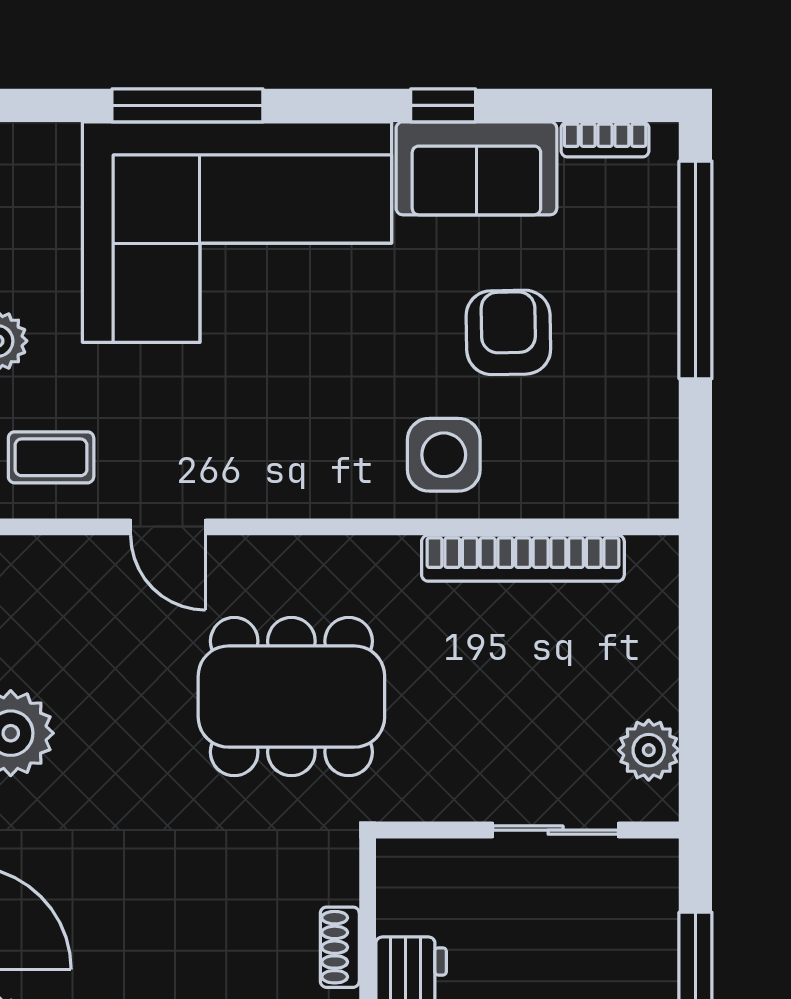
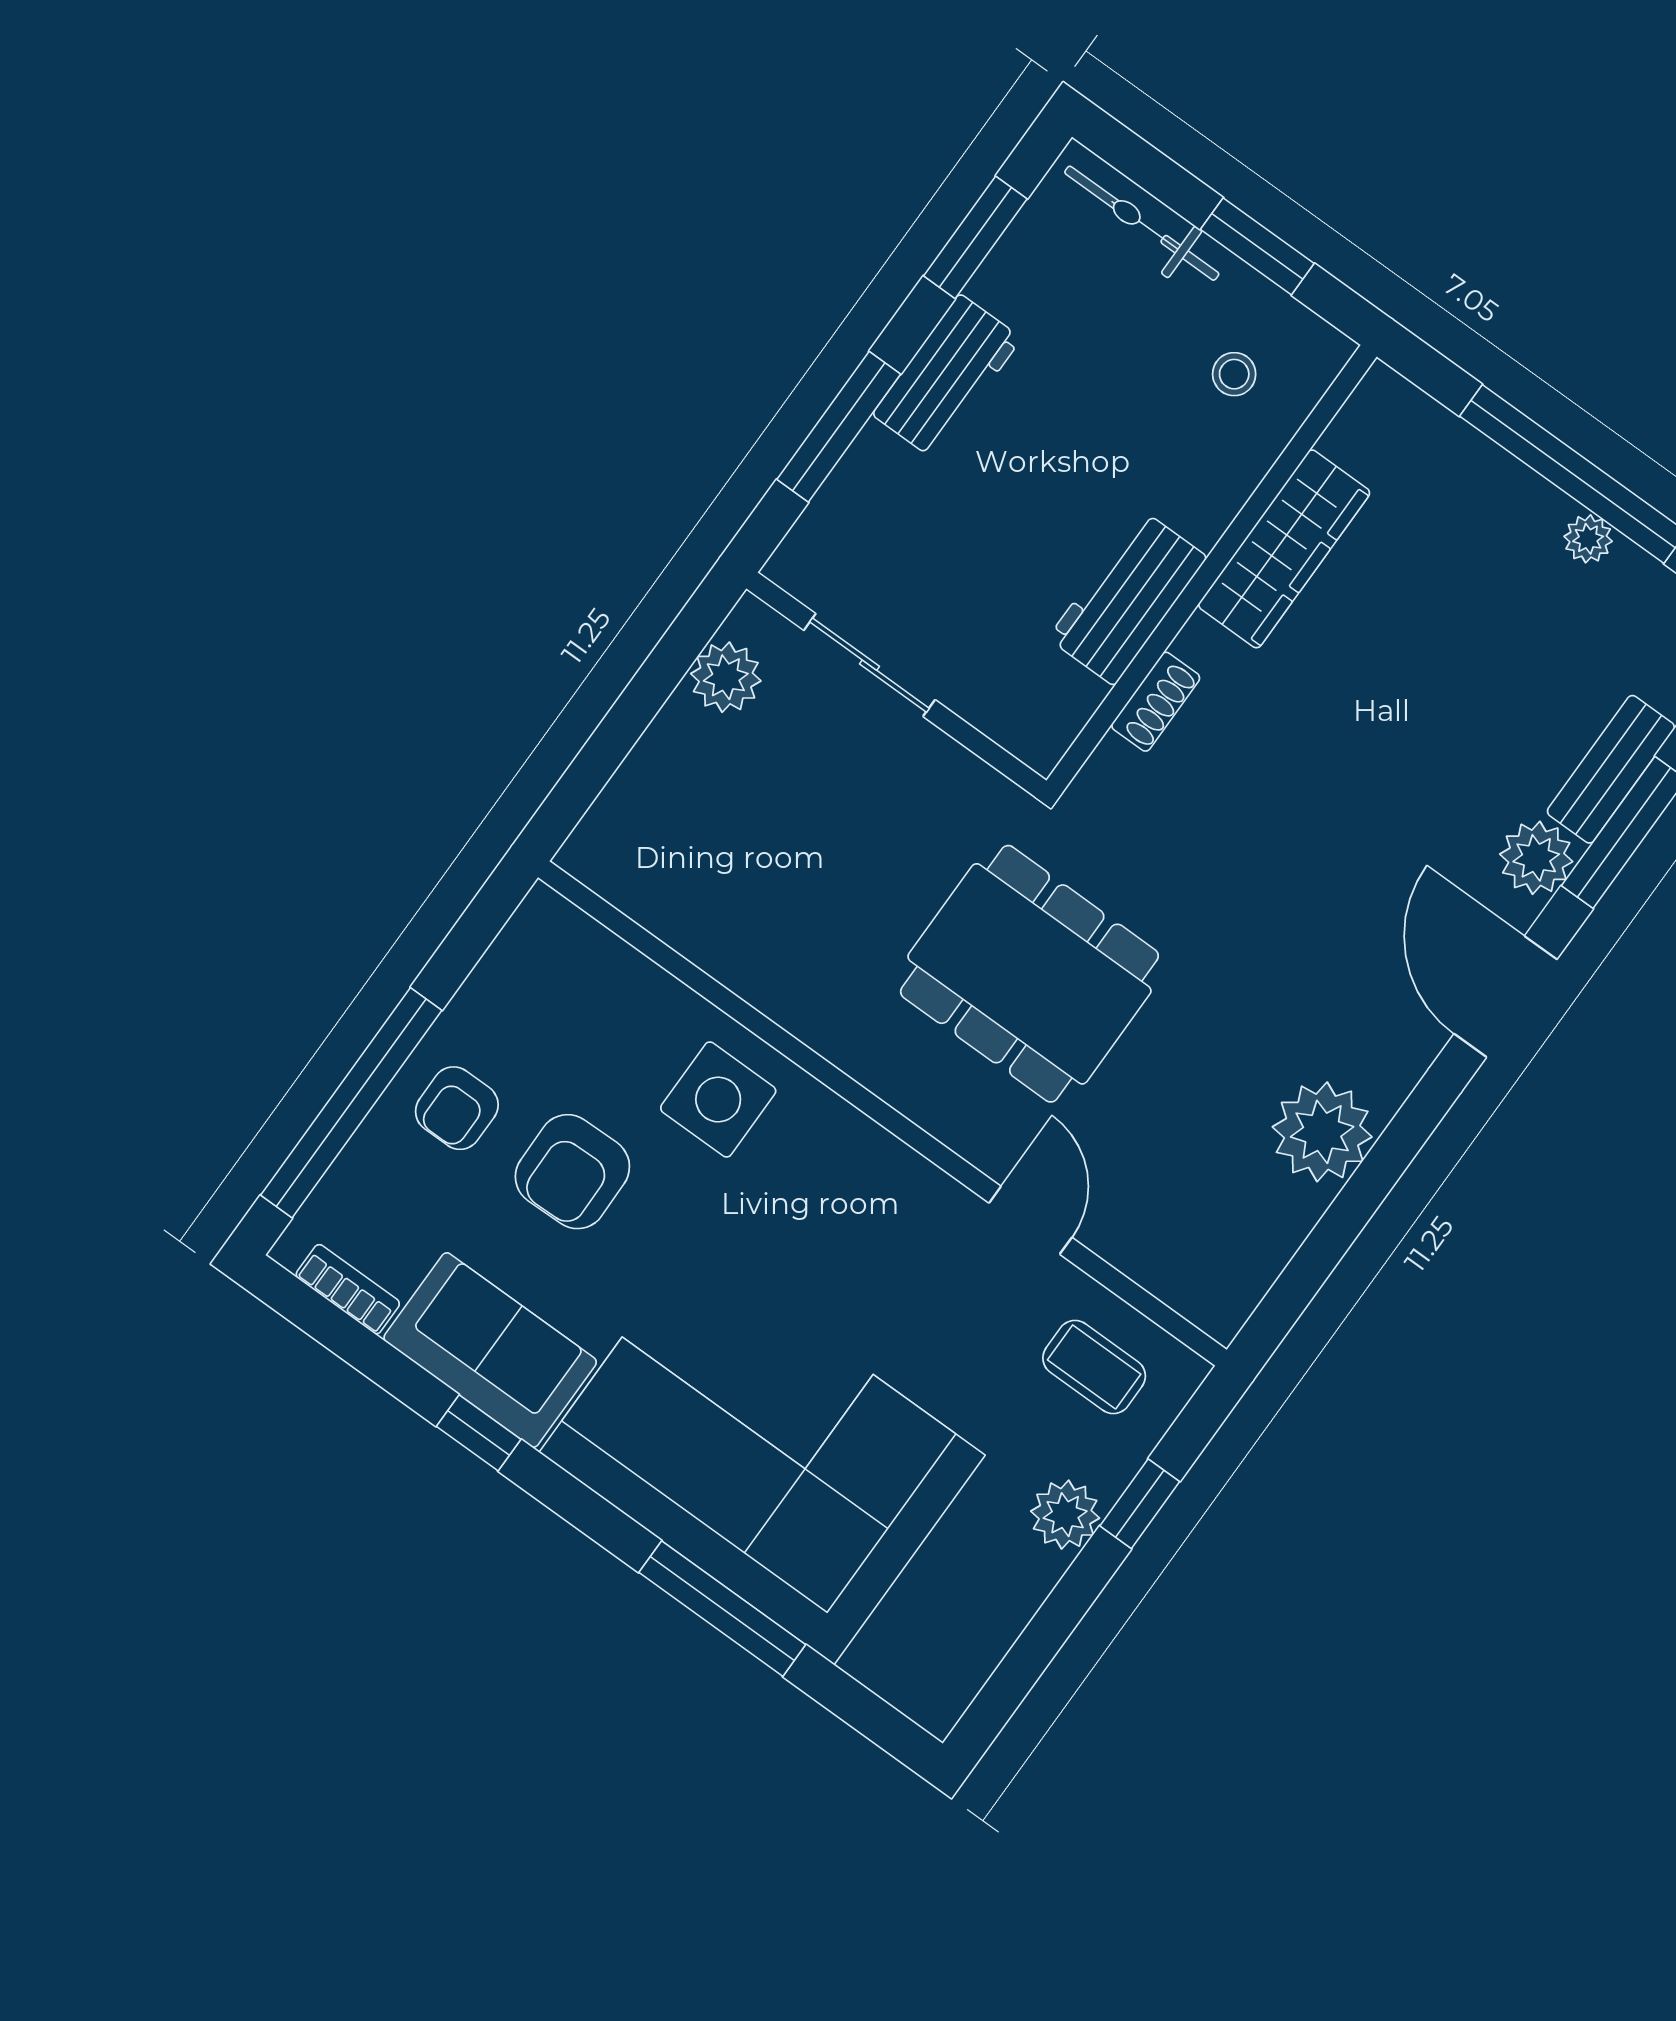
armchair: (620, 319) -> (457, 1108), added
bookcase: (523, 558) -> (714, 947), removed

